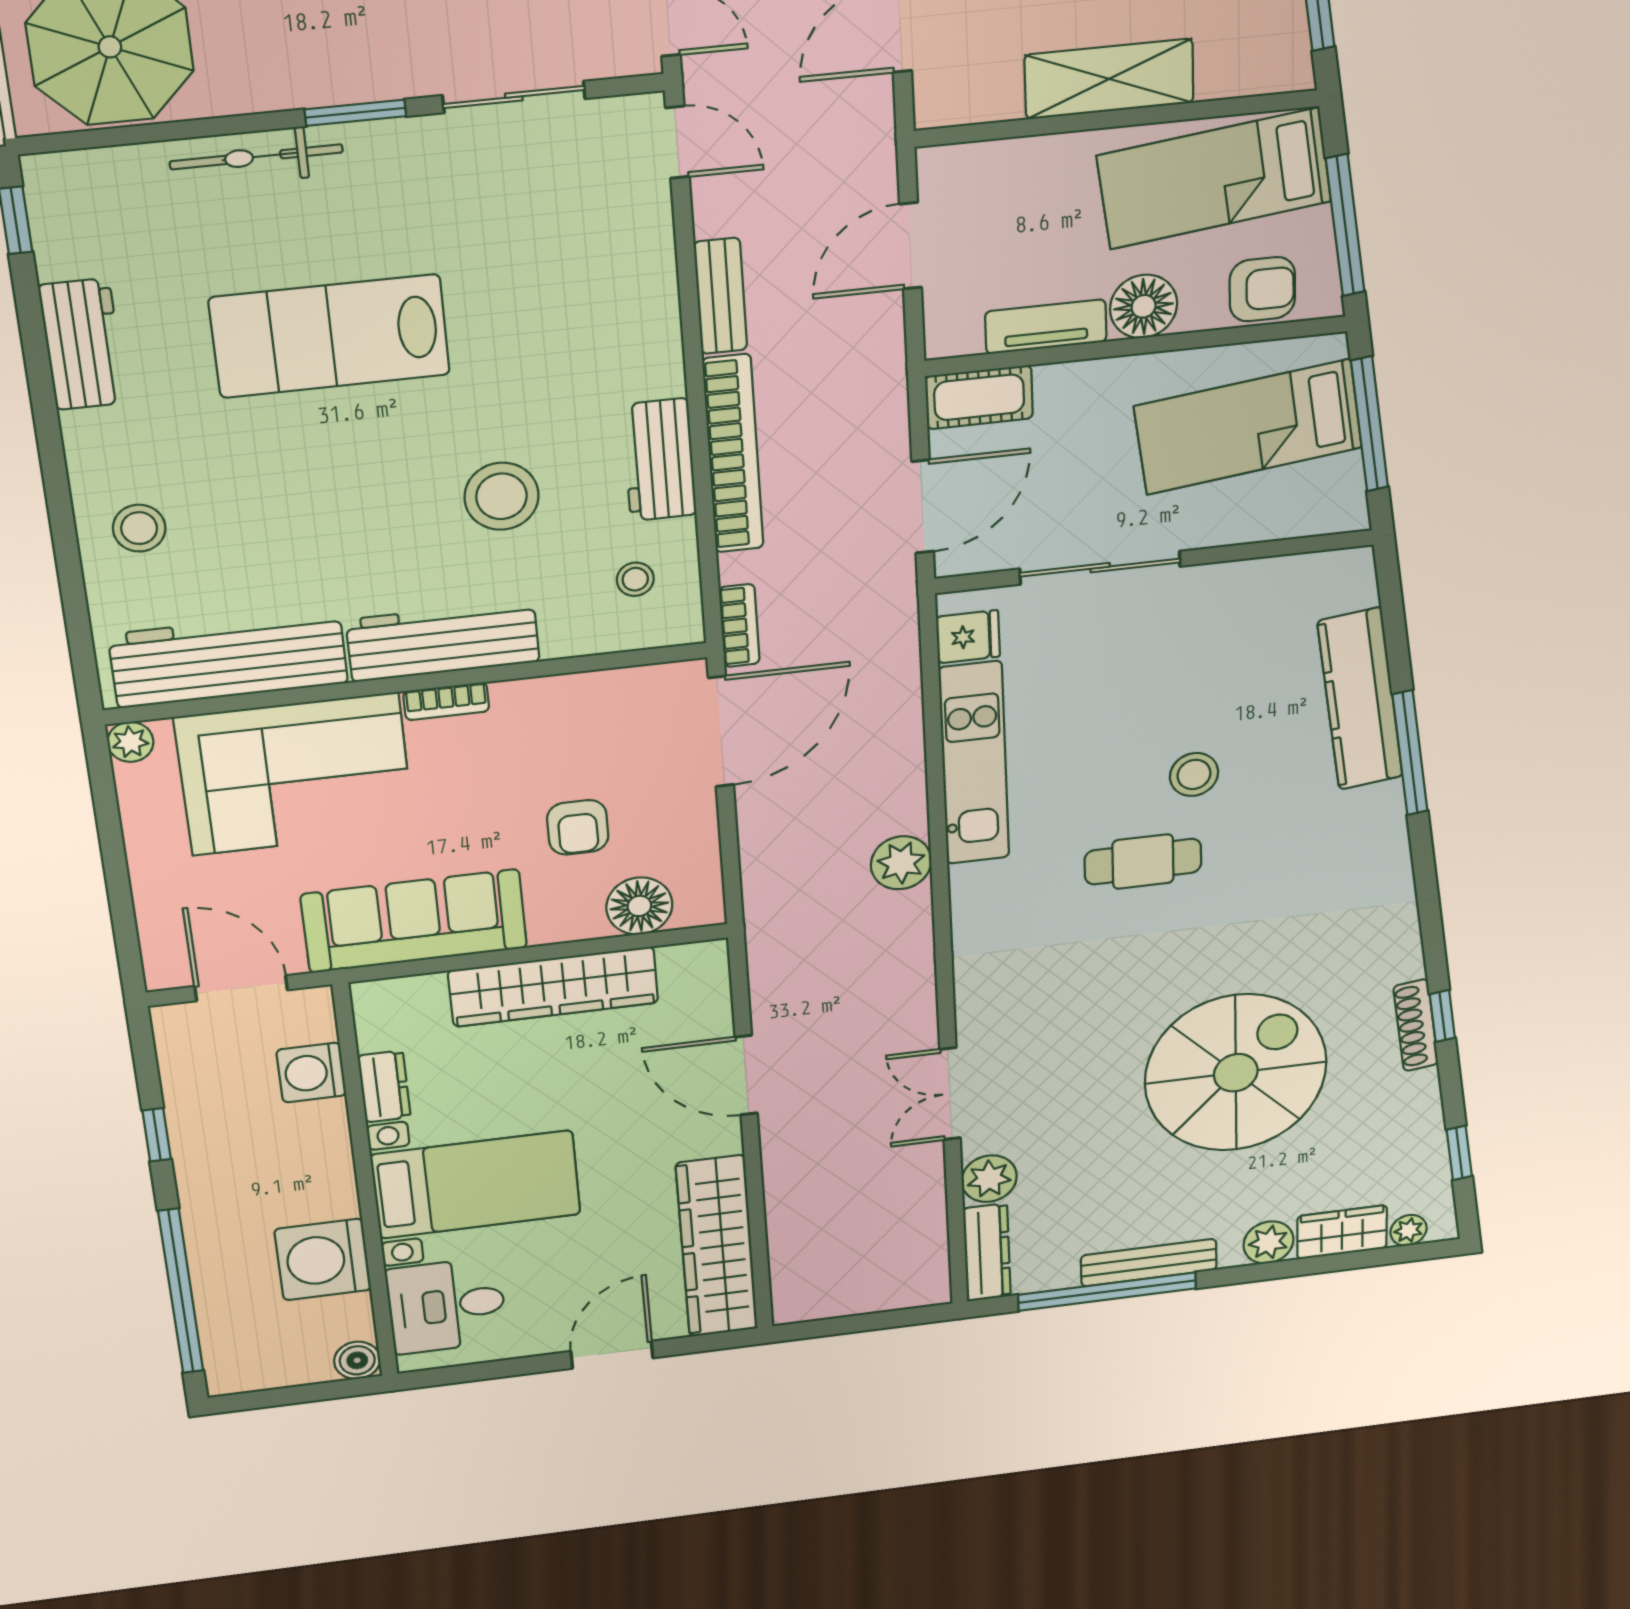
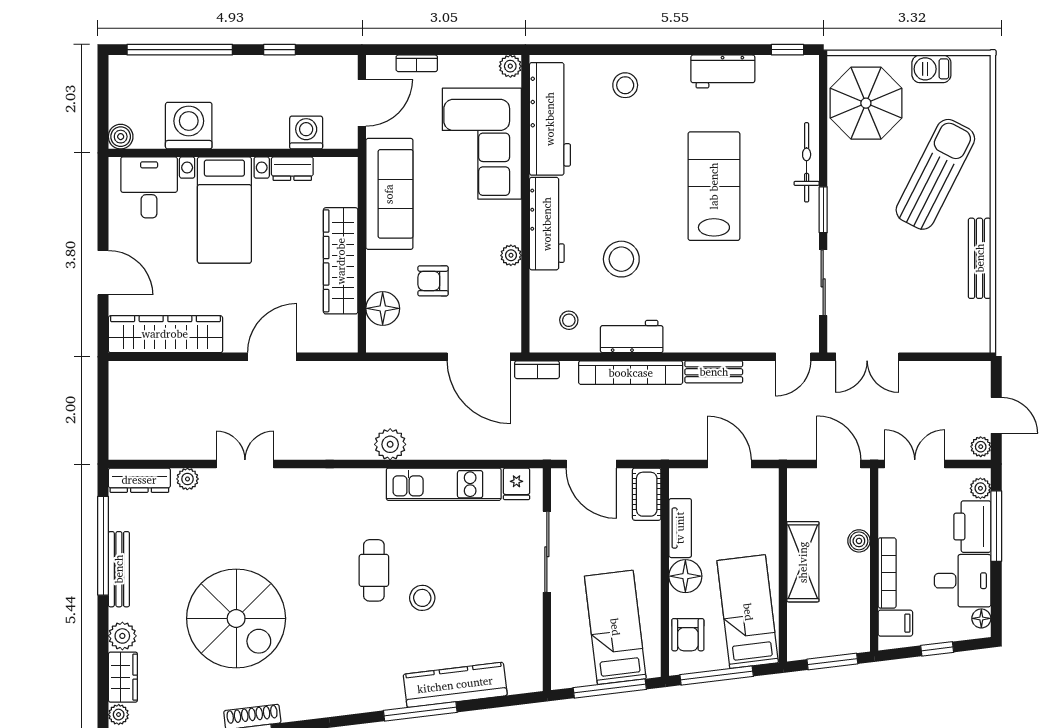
plant: (514, 698) -> (511, 255), added
bookcase: (446, 701) -> (417, 63), moved, turned -90
plant: (989, 1179) -> (187, 479), width x0.73, depth x0.73

